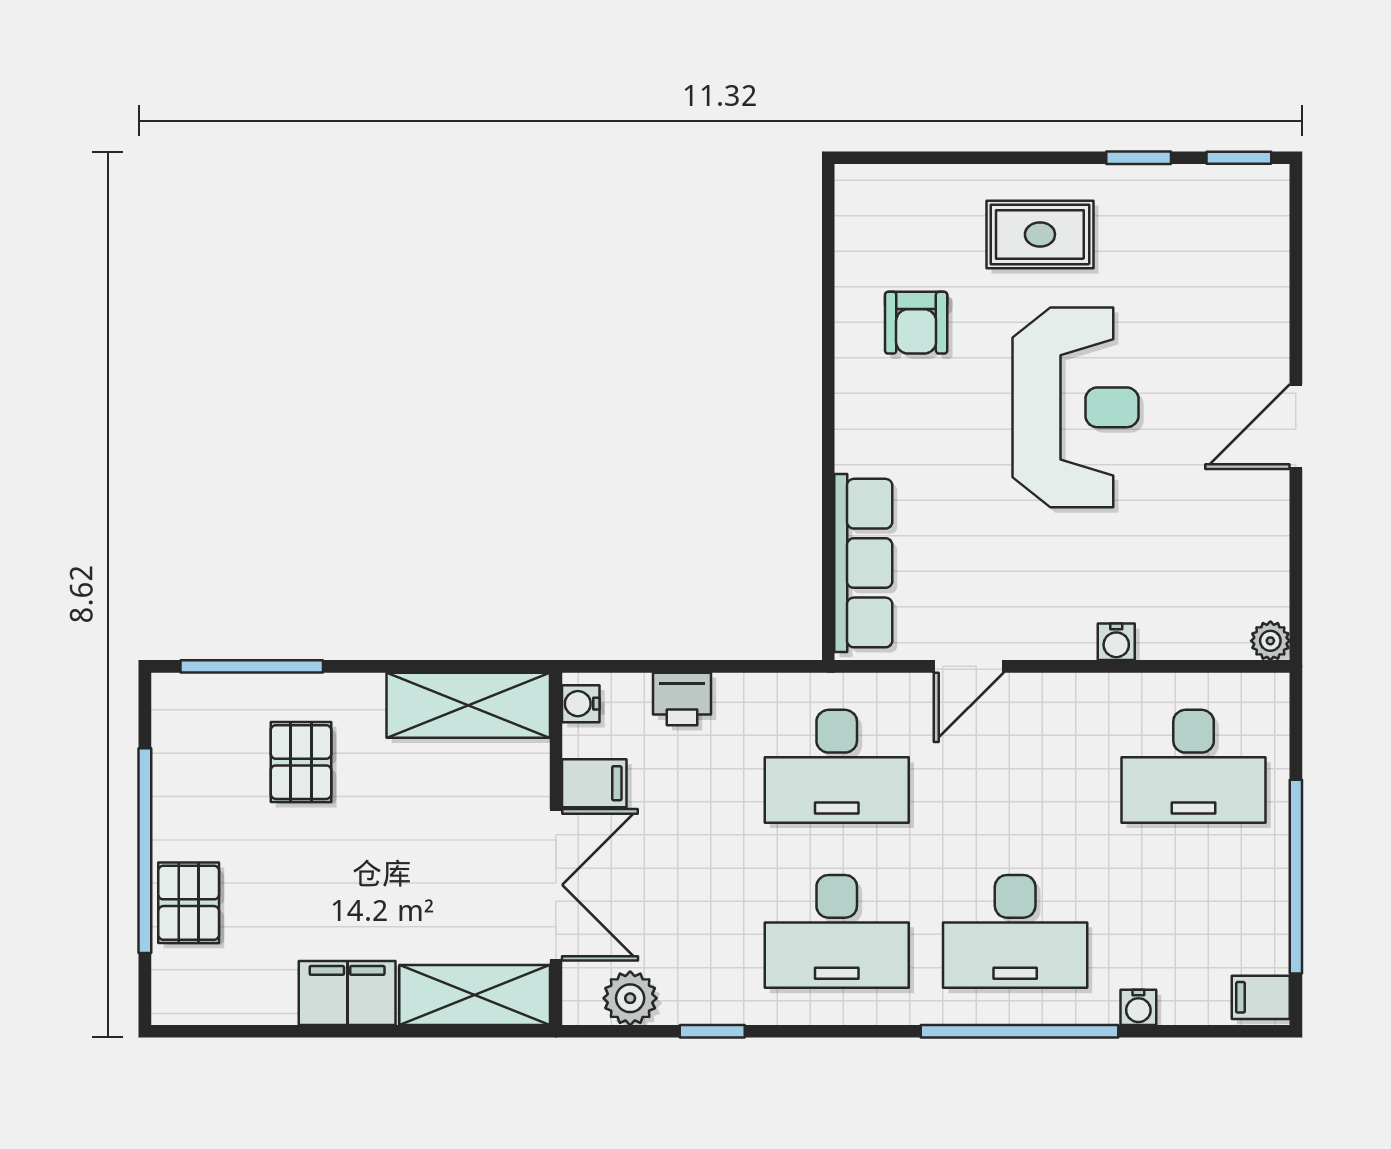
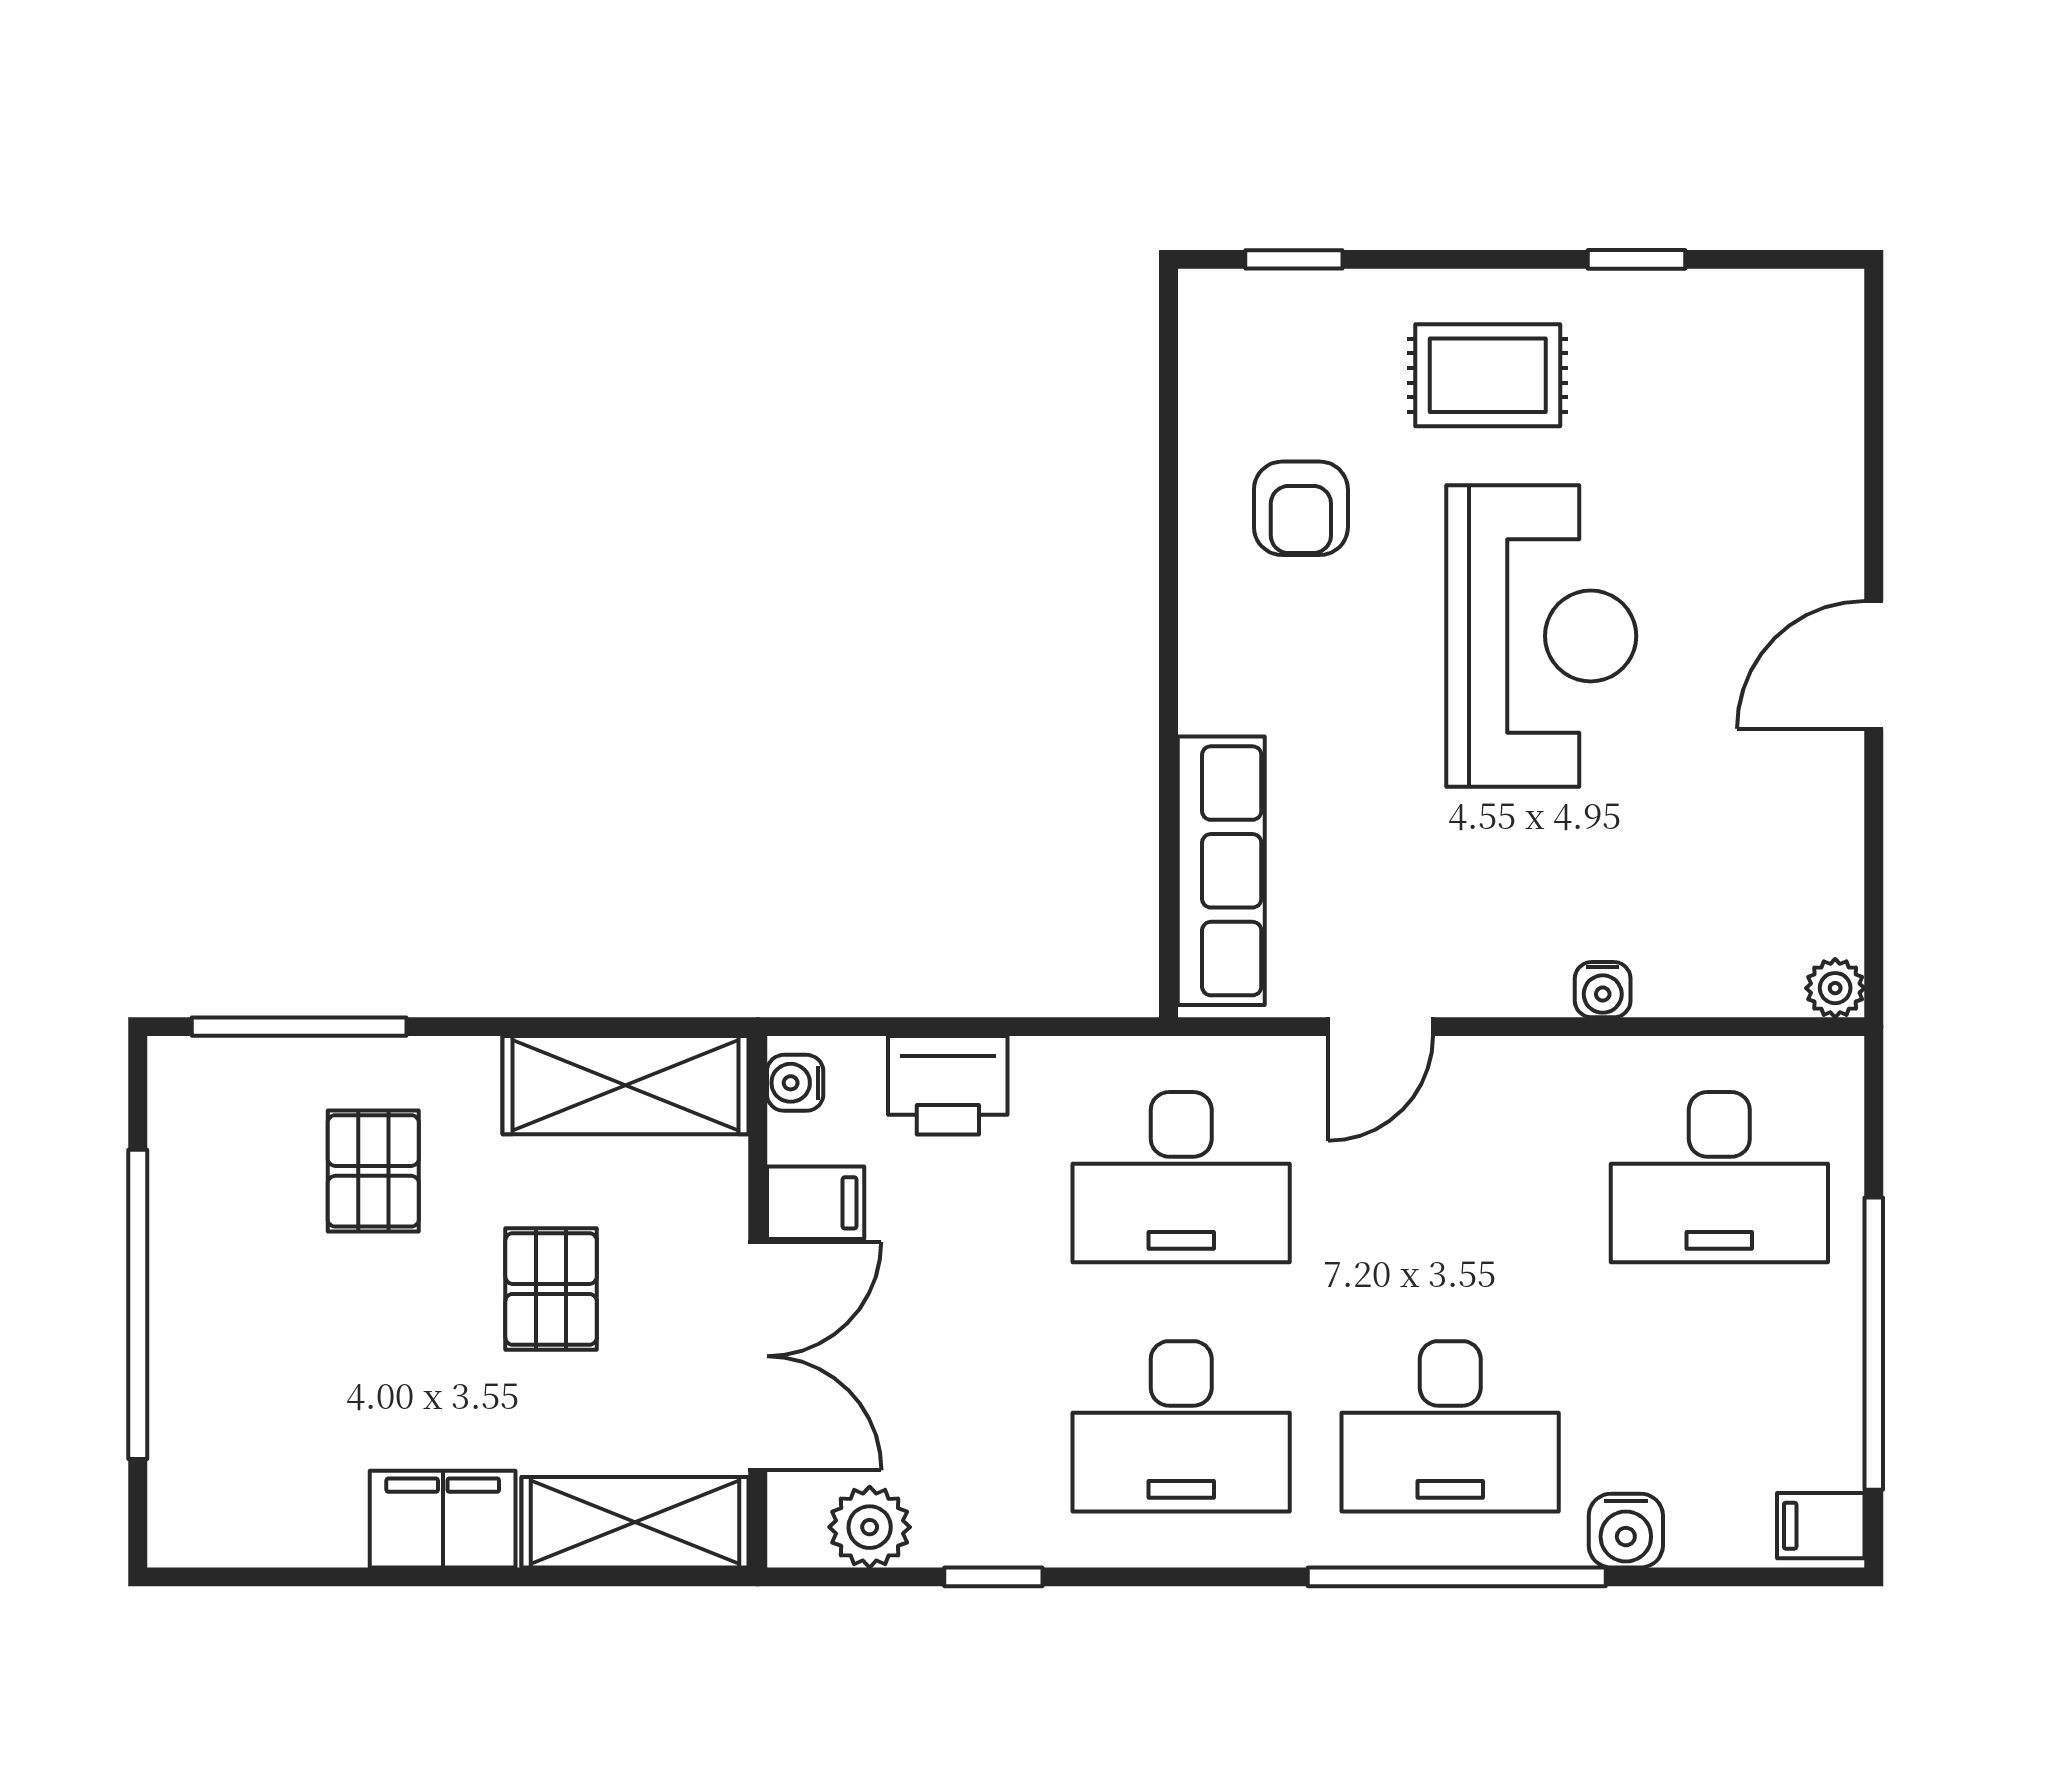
window: (1239, 158) -> (1294, 259), moved
printer: (682, 699) -> (948, 1085), width x1.36, depth x1.24
pallet: (189, 903) -> (551, 1289), moved
water cooler: (1138, 1007) -> (1626, 1531), width x1.38, depth x1.38

